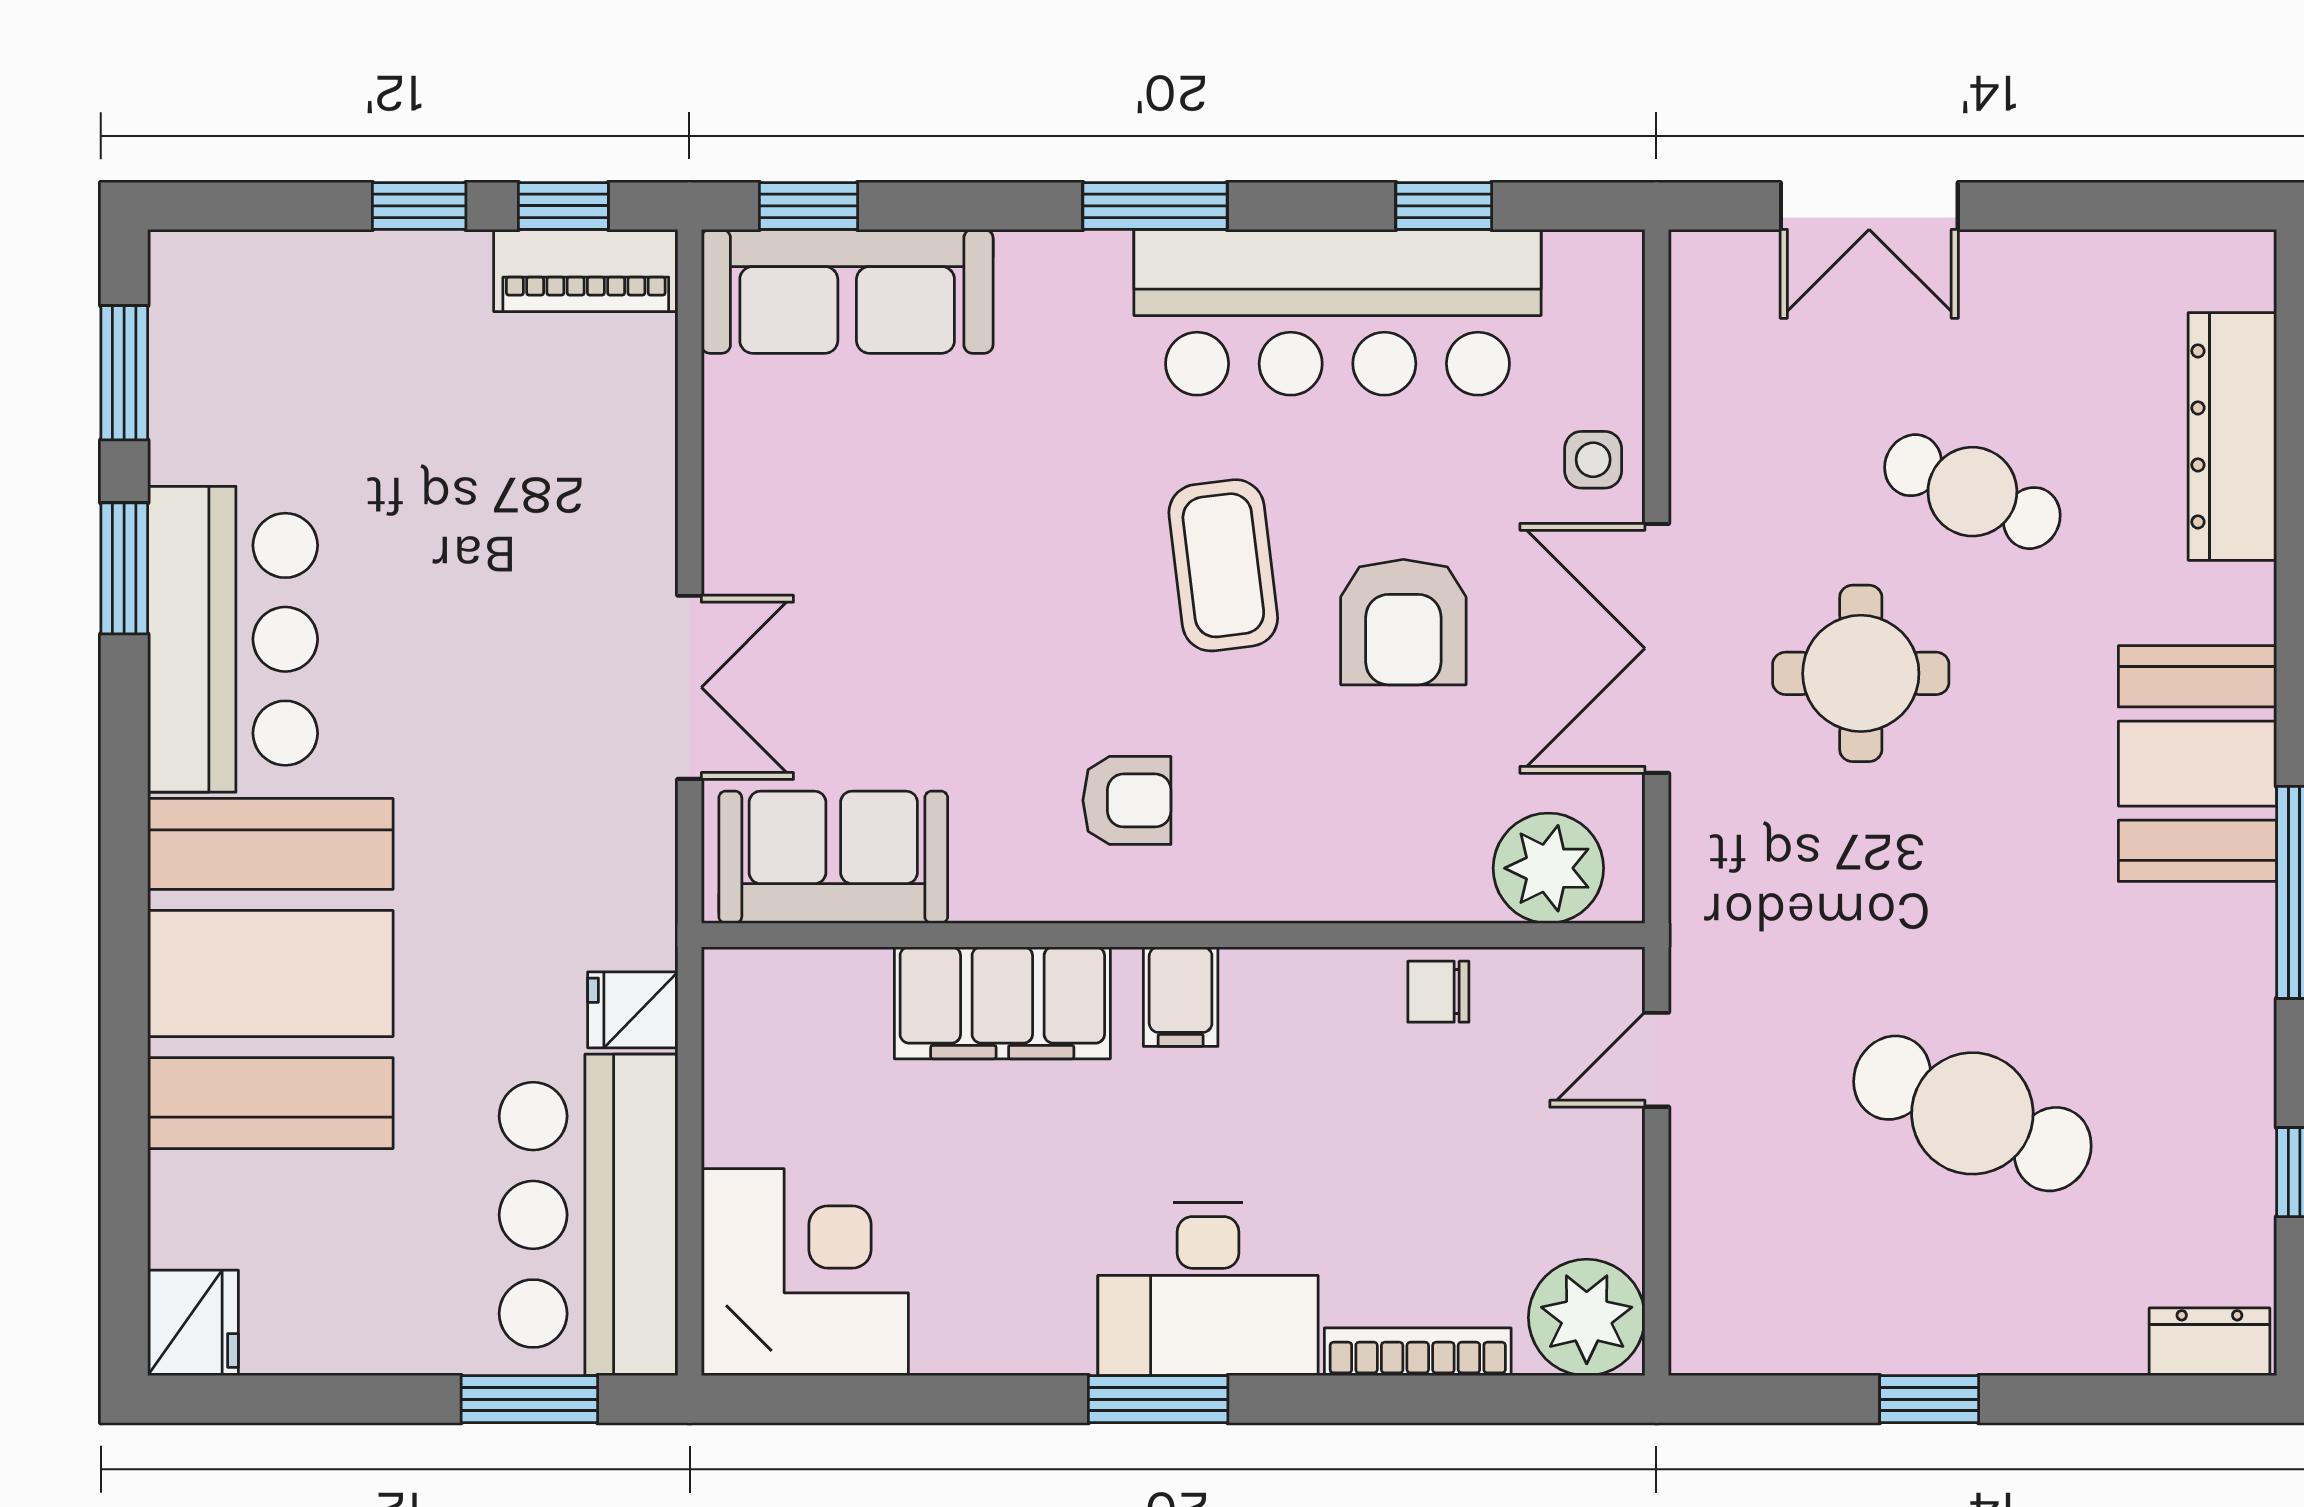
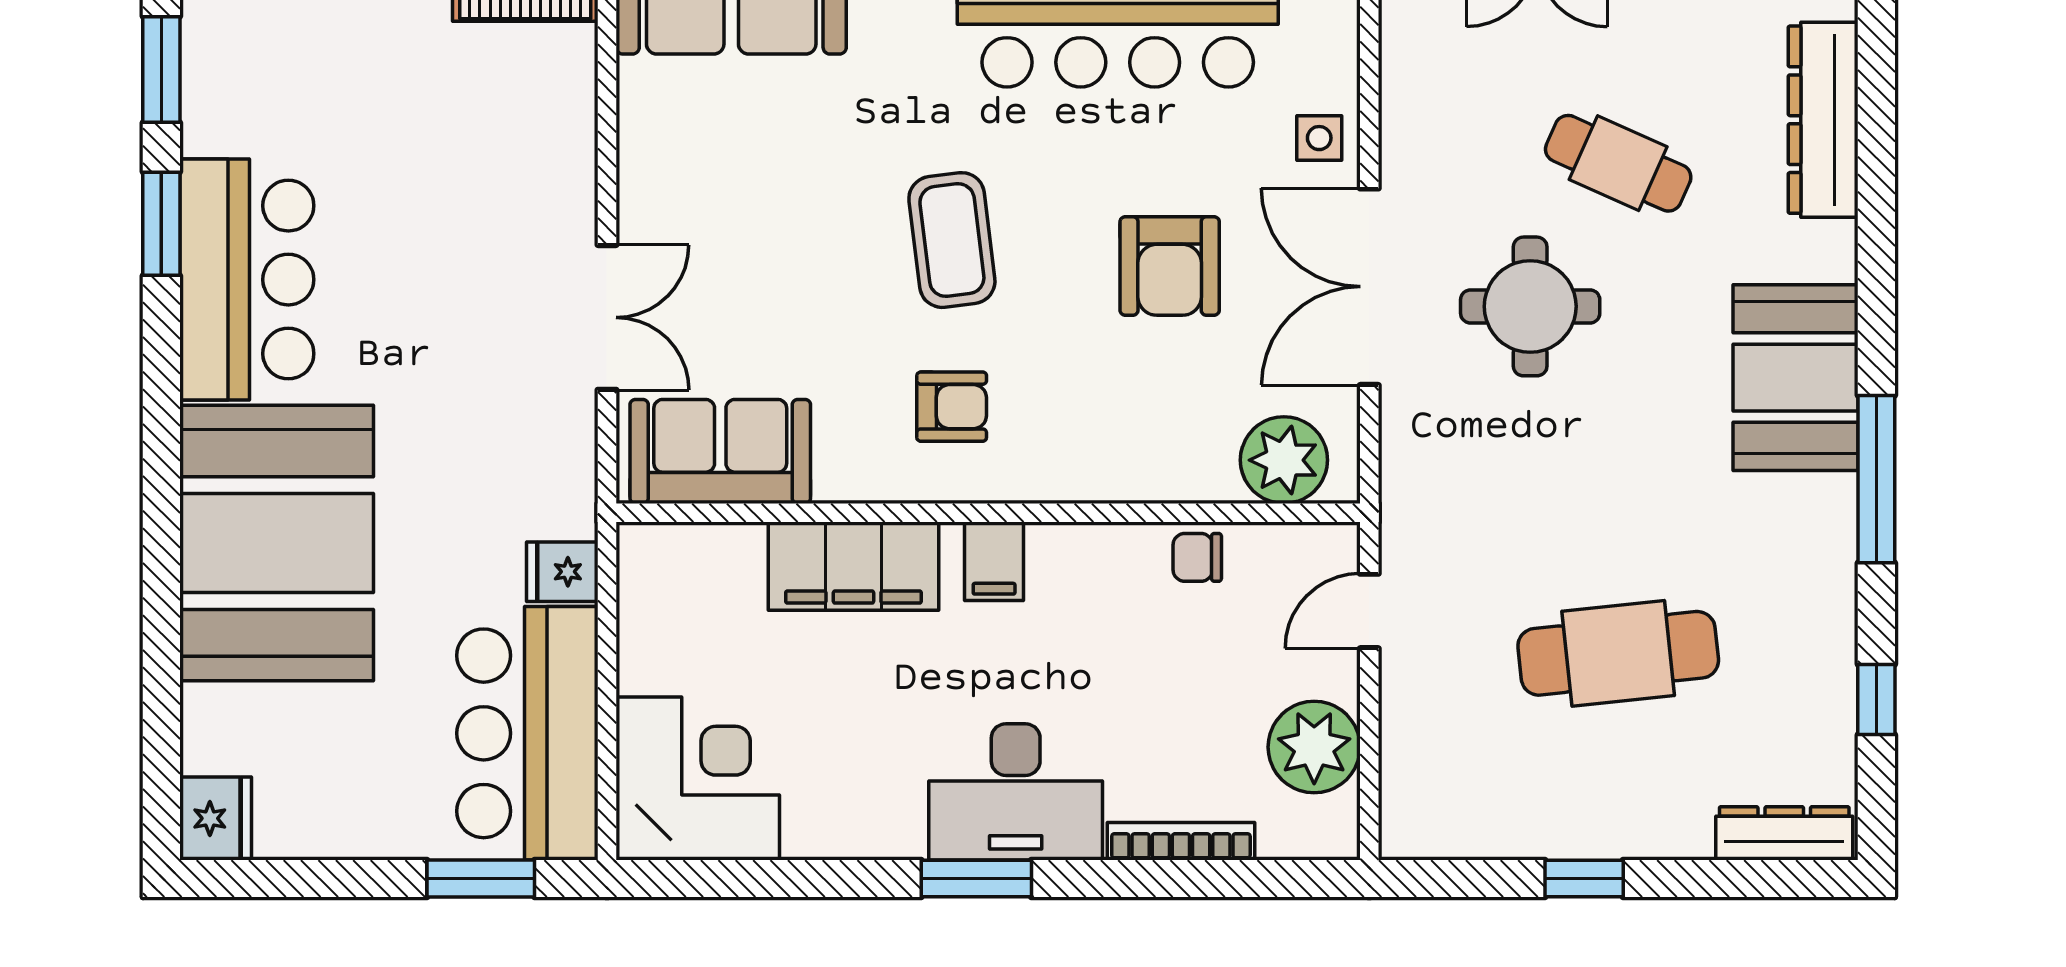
coffee table: (1223, 565) -> (952, 240), moved
cafe table: (1972, 1113) -> (1618, 653), turned -30
plant: (1587, 1317) -> (1314, 747), moved
dresser: (2209, 1342) -> (1784, 833), width x1.44

